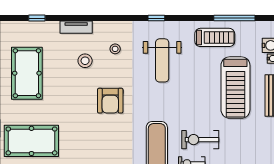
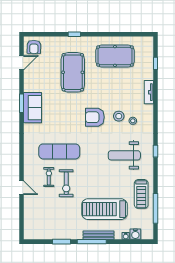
stool: (85, 61) -> (119, 116), moved
exercise bike: (200, 140) -> (66, 183), turned 180
pool table: (31, 141) -> (73, 72), moved

